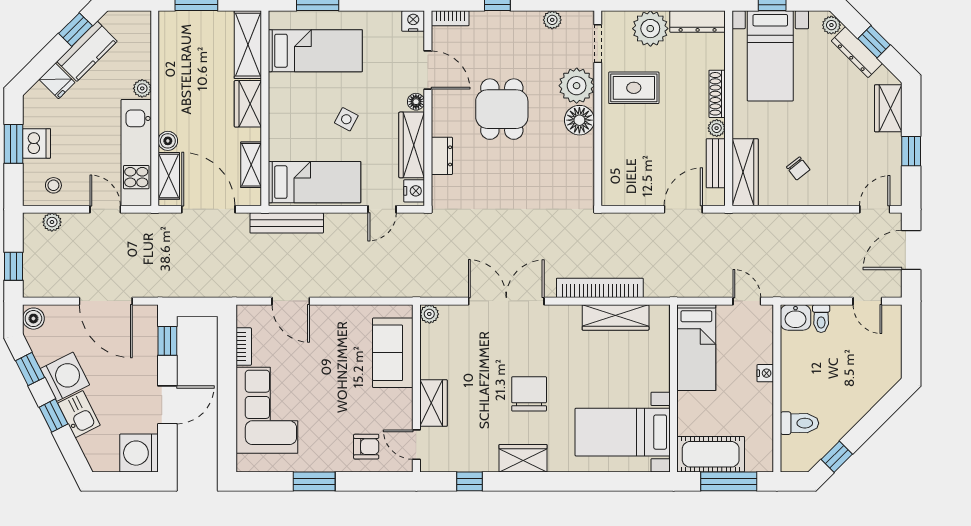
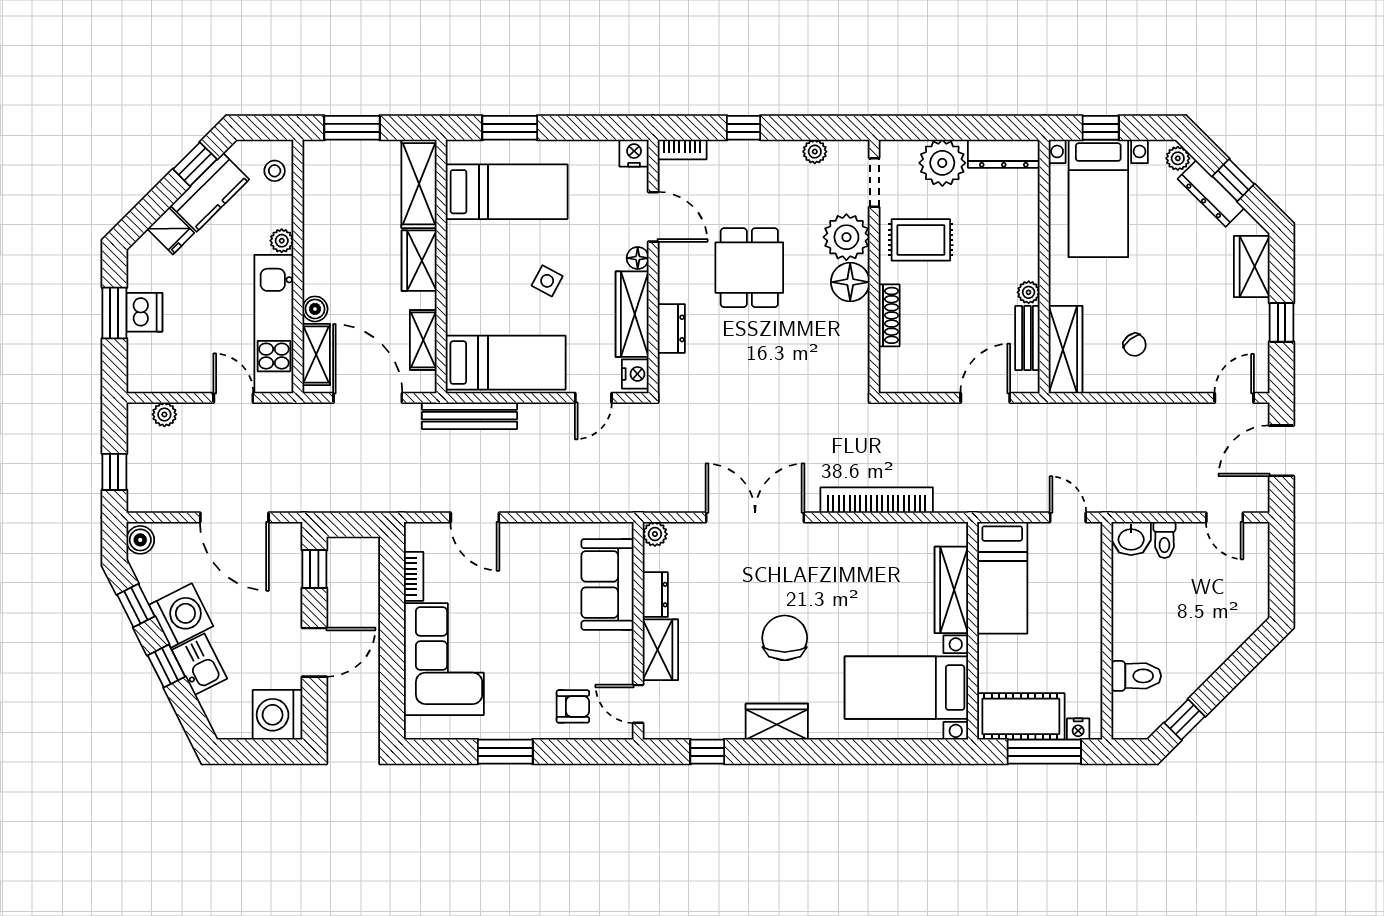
shoe rack: (717, 94) -> (889, 315), moved, turned 180
stool: (53, 185) -> (275, 171), moved
wardrobe: (616, 317) -> (951, 590), moved, turned 90
dresser: (430, 361) -> (655, 595), added
nightstand: (765, 373) -> (1078, 729), moved, turned 90

